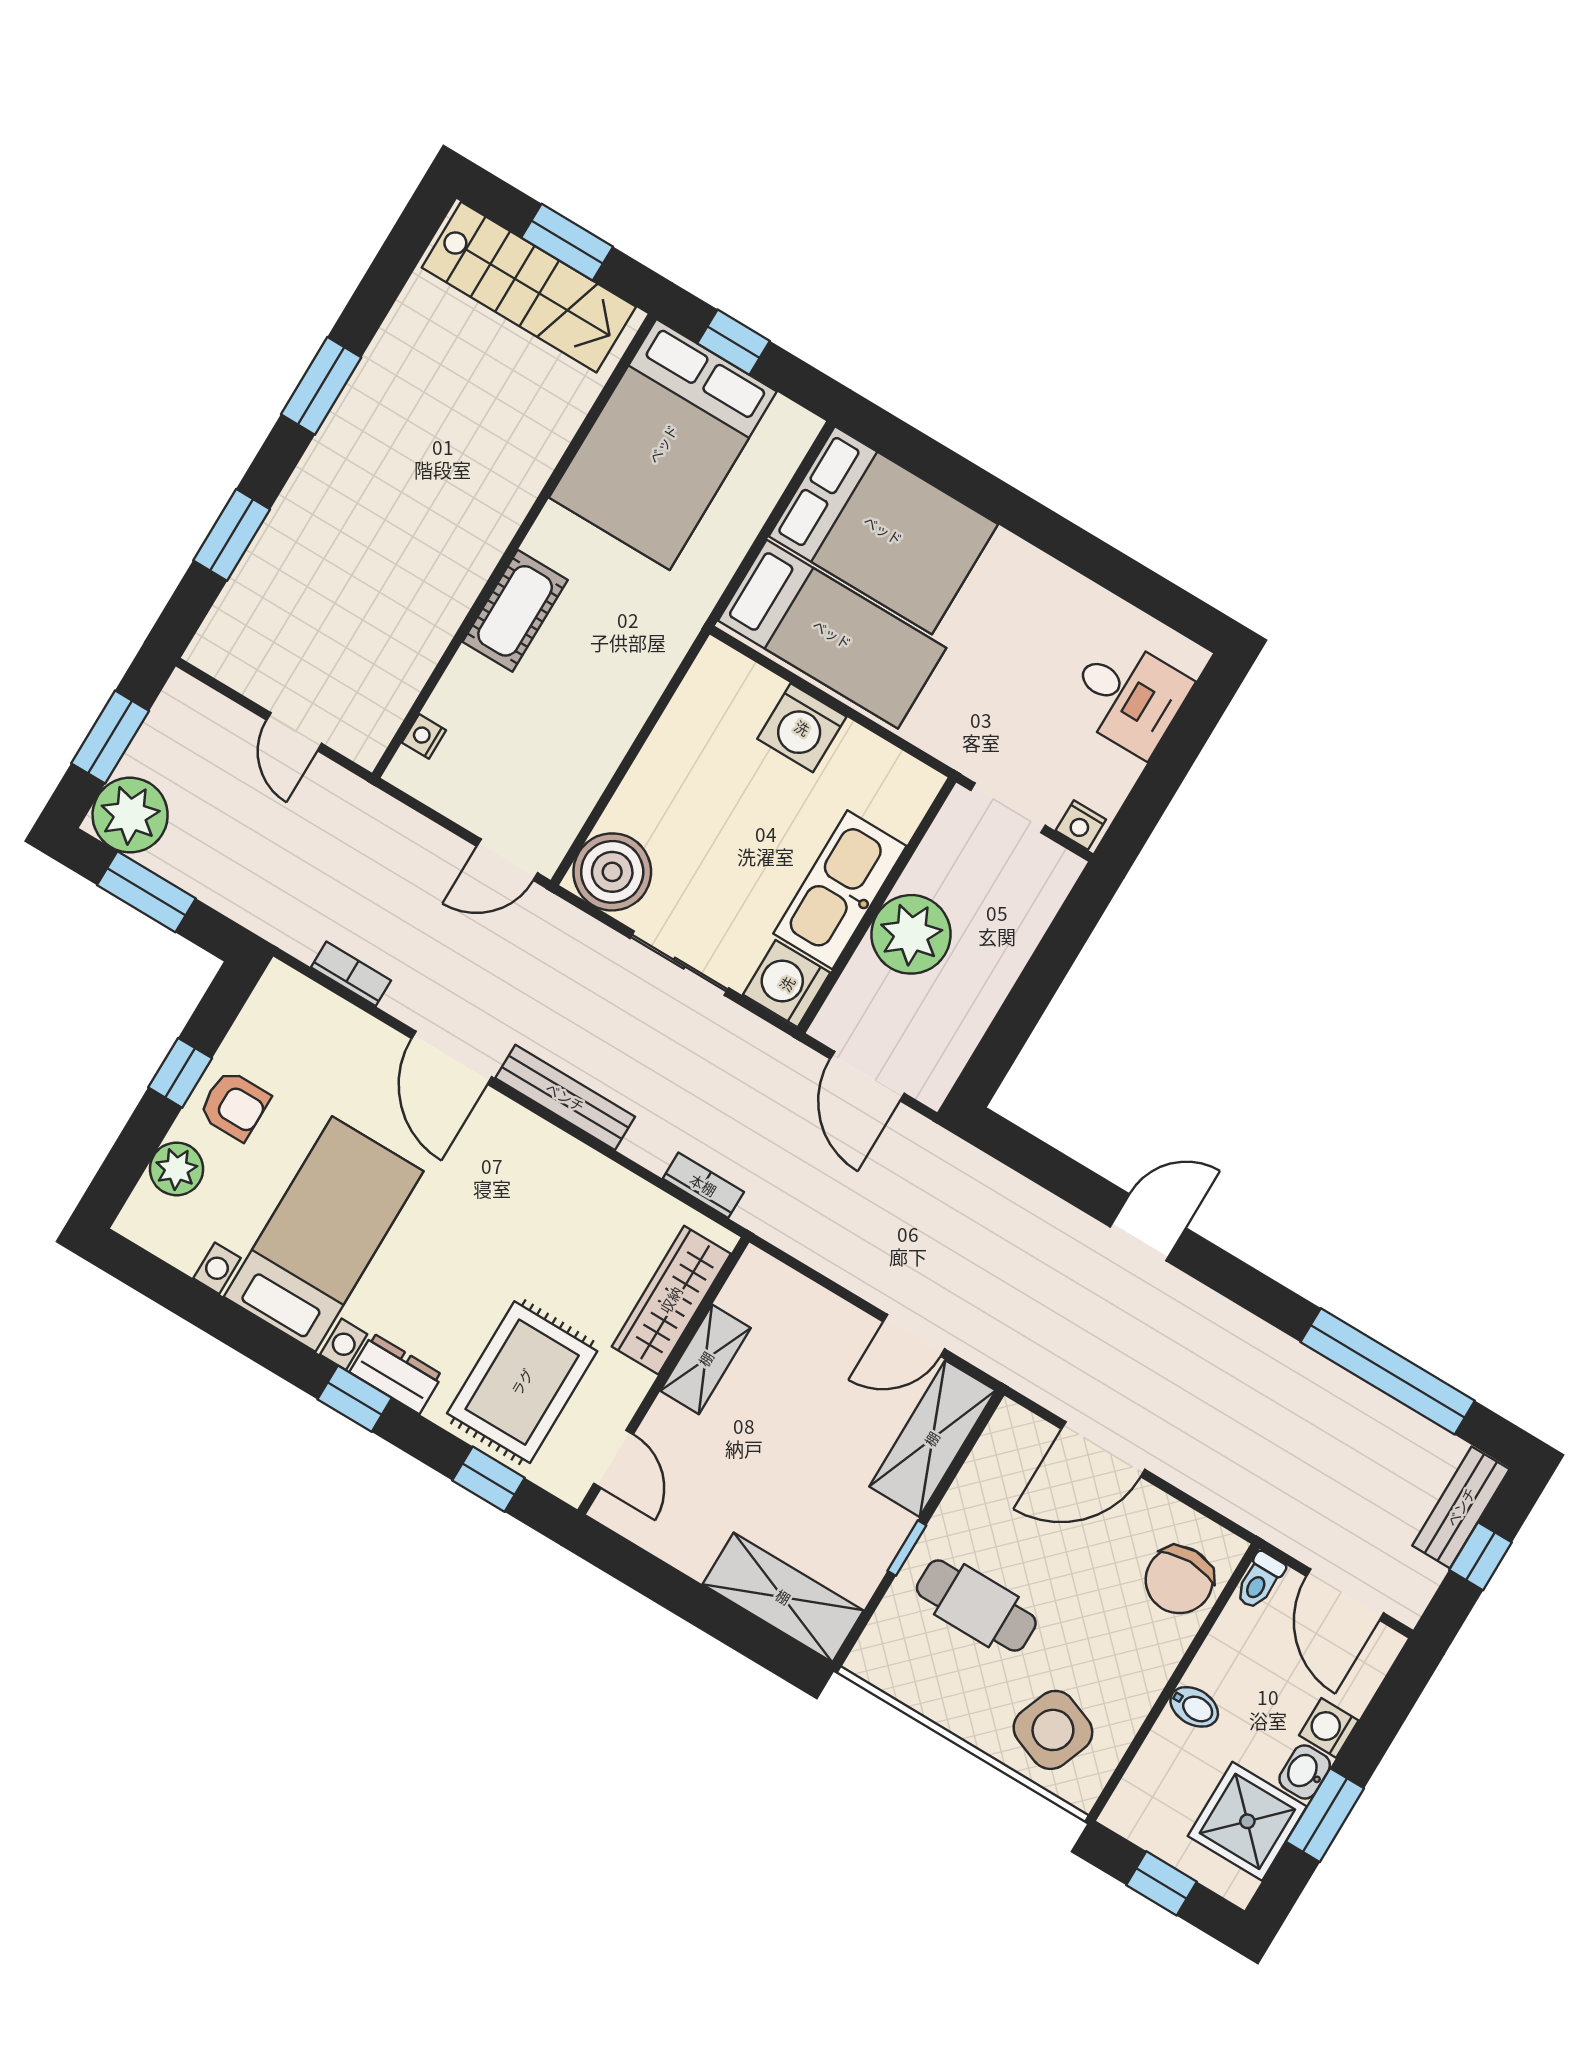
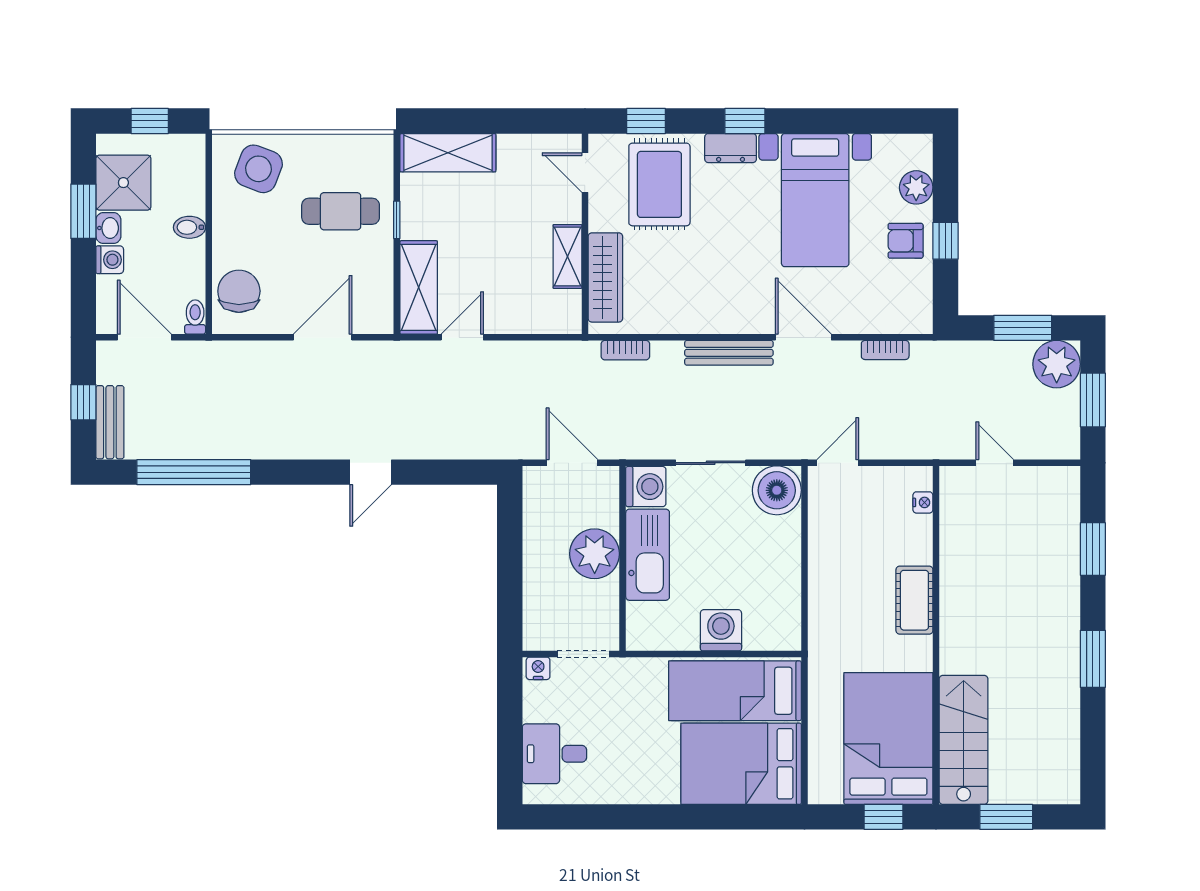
stairs: (529, 287) -> (964, 740), moved, turned 90

